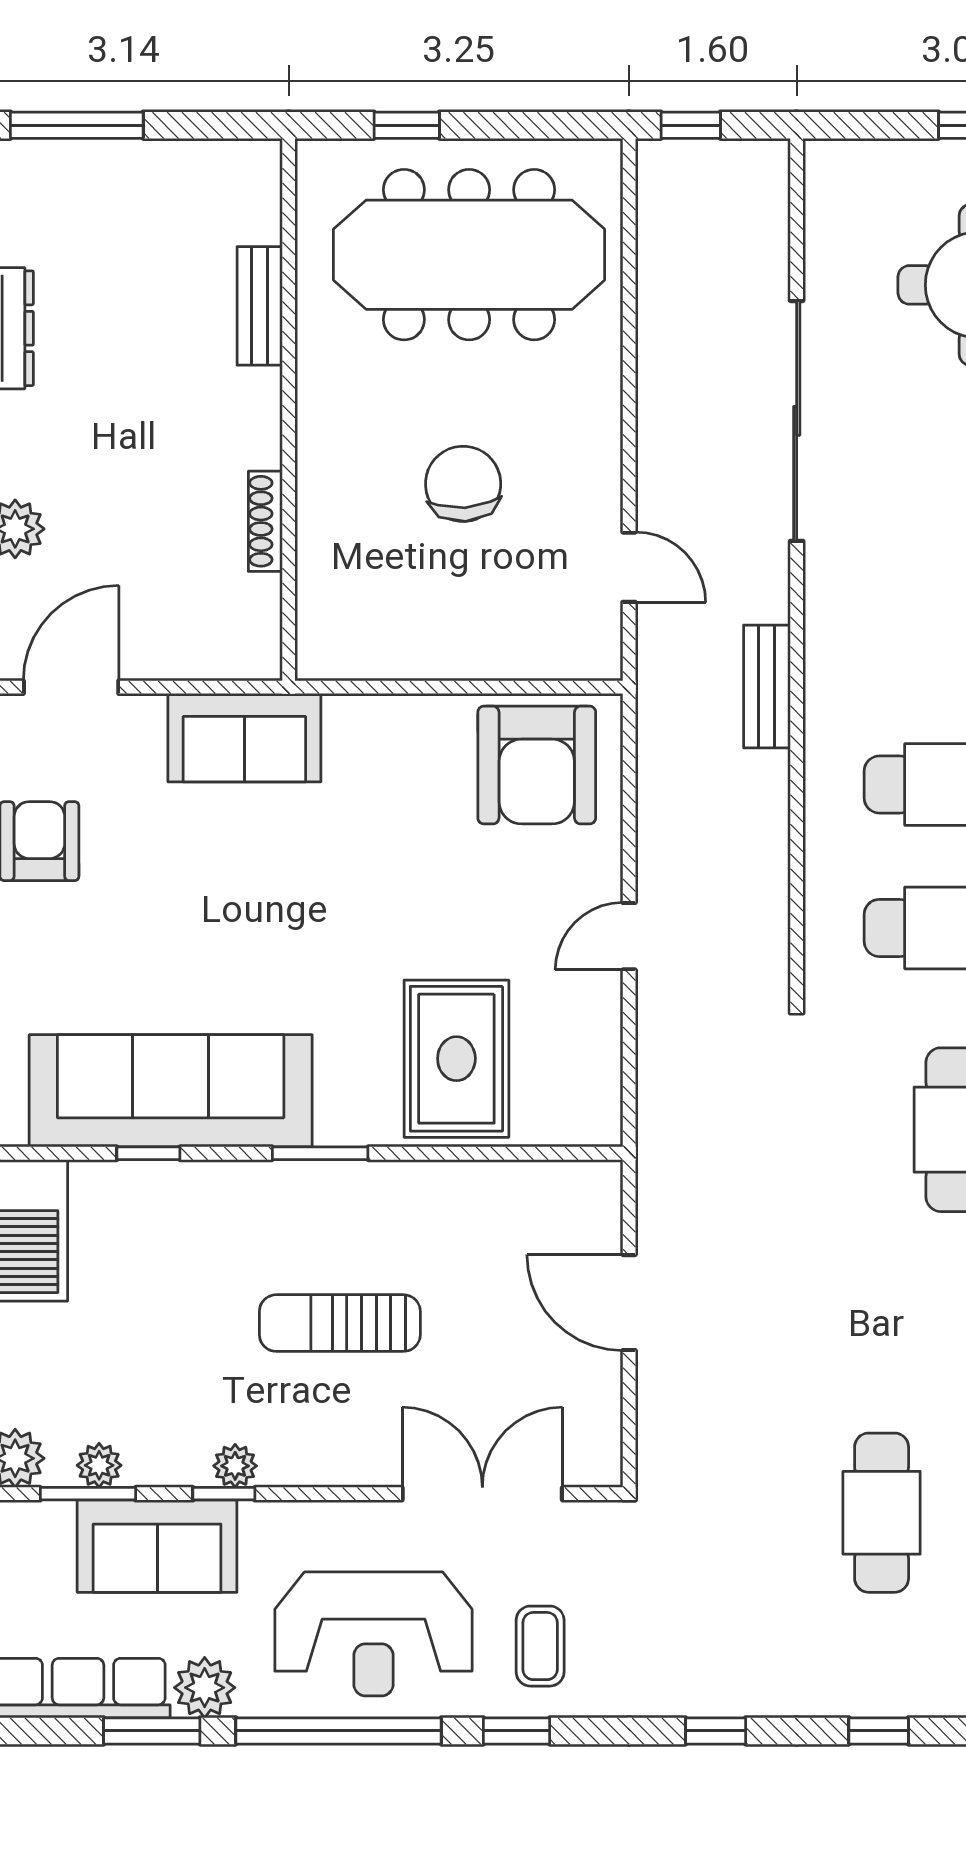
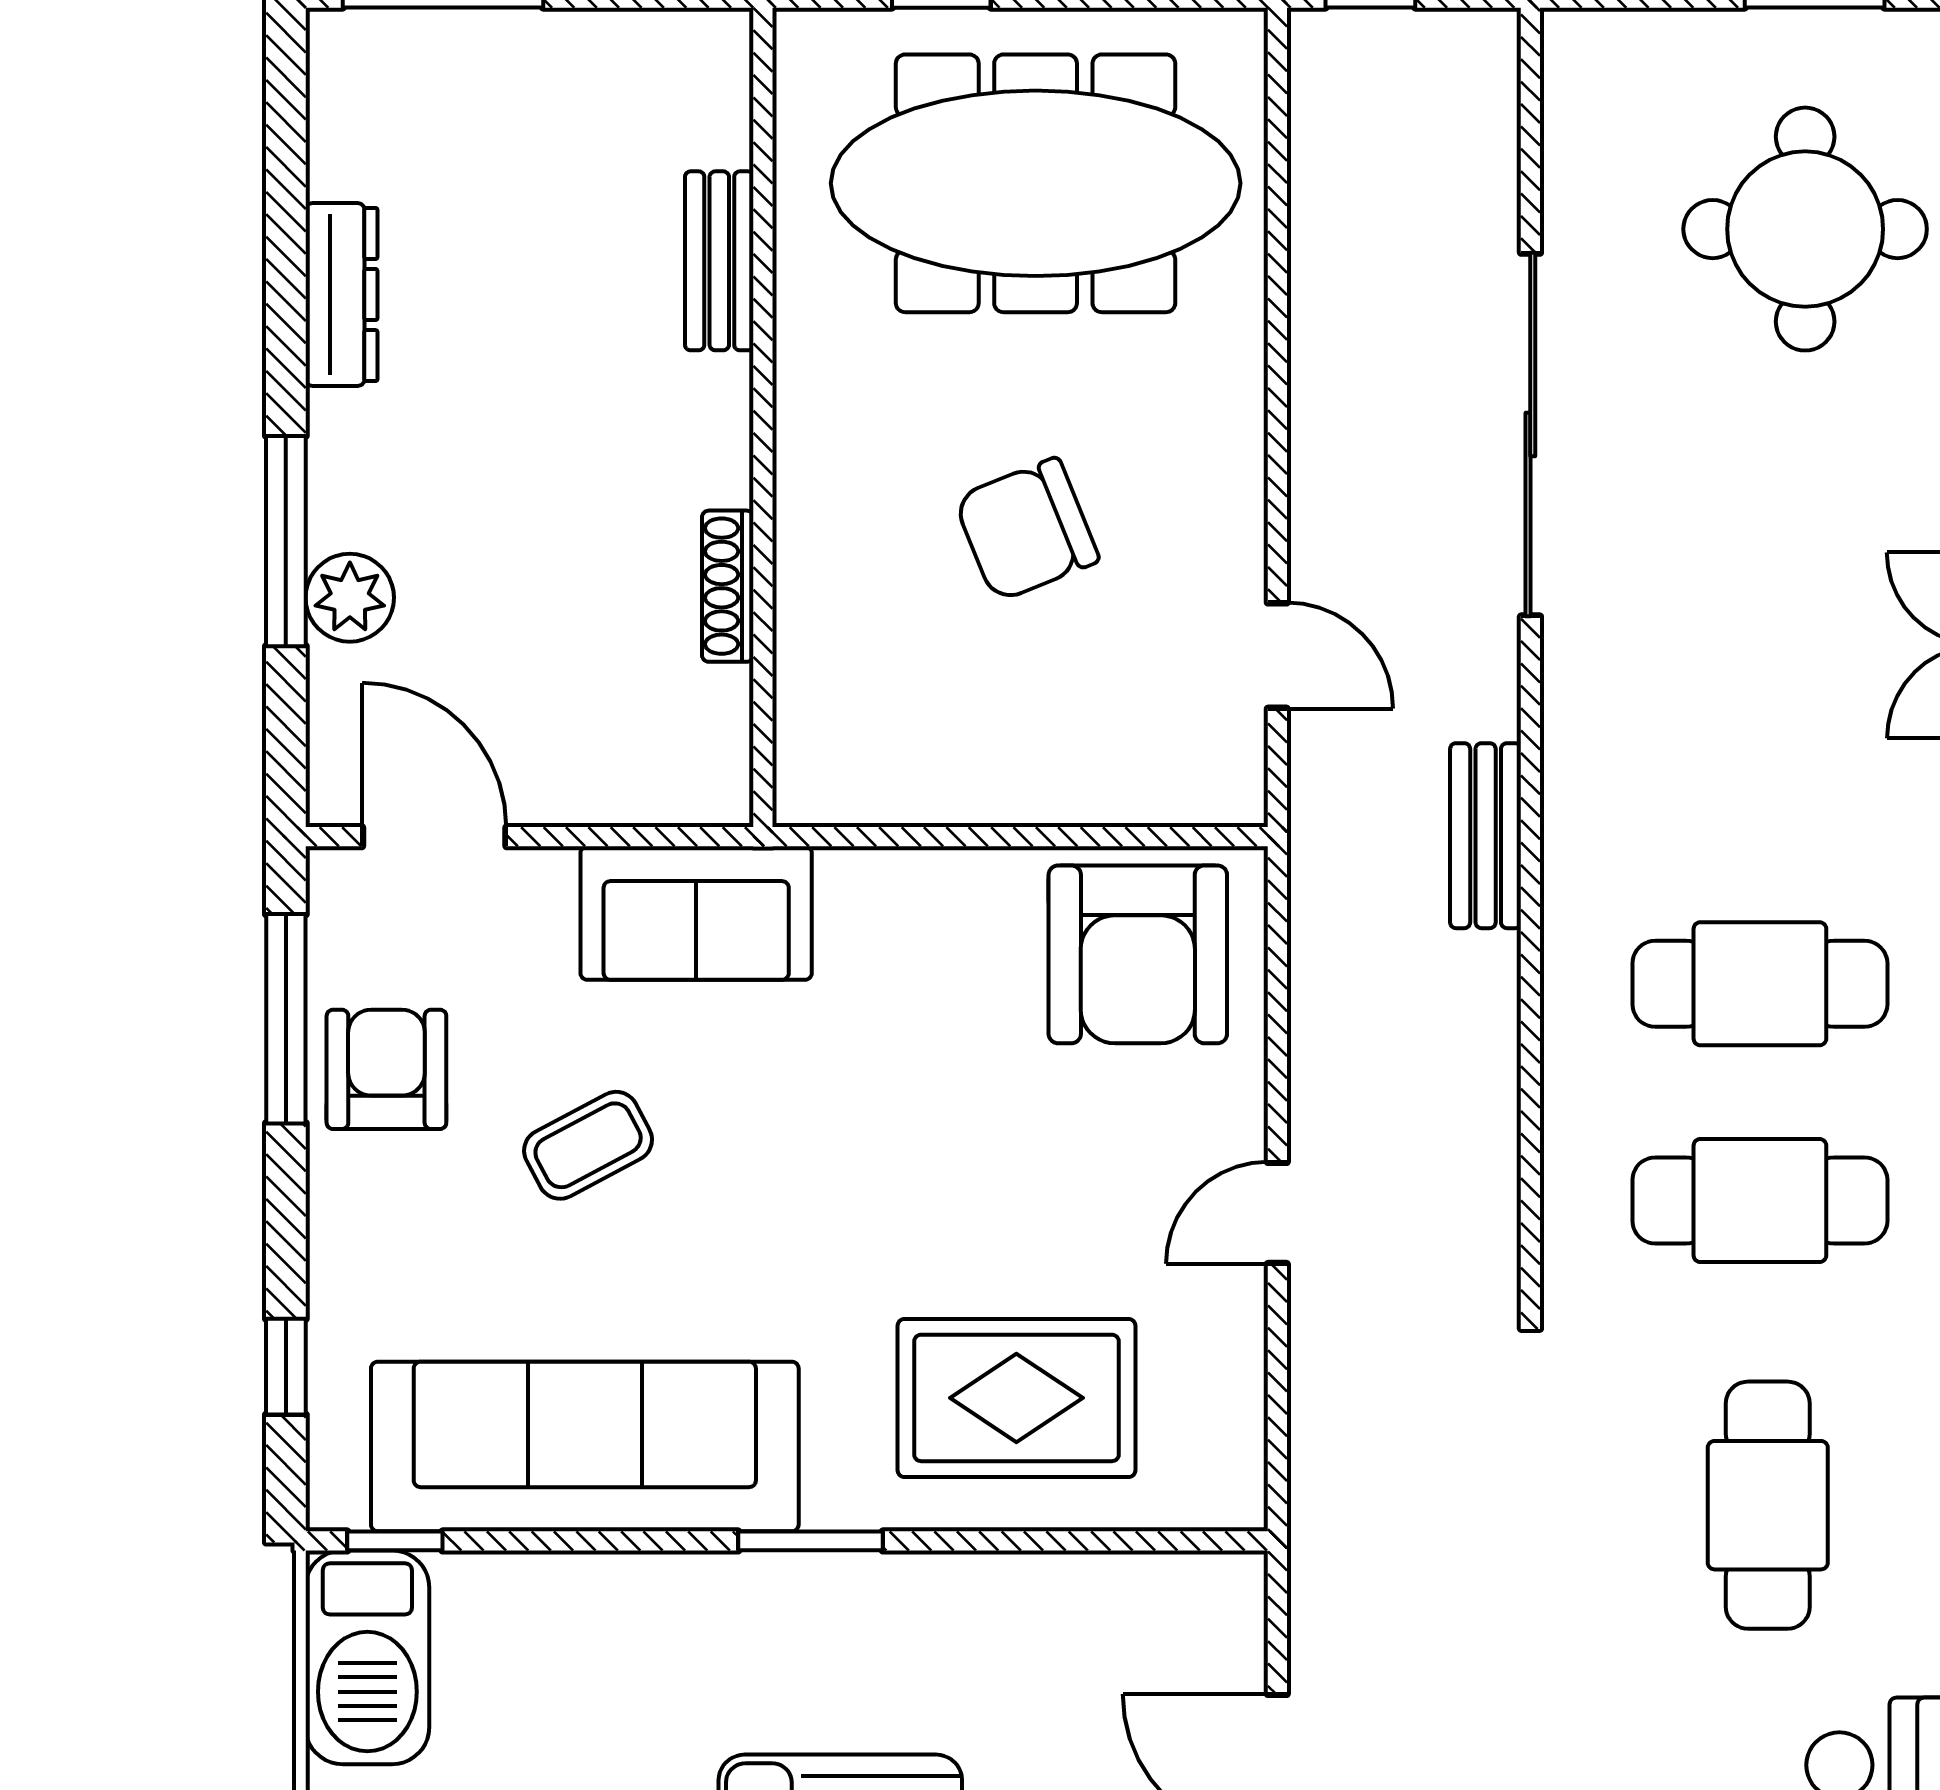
chair: (463, 484) -> (1027, 530), turned -108
door: (71, 687) -> (434, 837), hinge flipped
coffee table: (173, 891) -> (588, 1145), added
rug: (456, 1059) -> (1016, 1398), turned 90
window: (148, 1153) -> (395, 1541), moved

